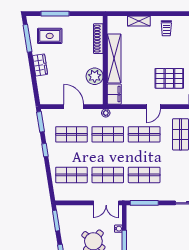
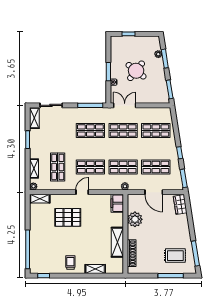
shelving: (114, 58) -> (117, 242), width x0.68
wardrobe: (40, 65) -> (180, 204), moved

